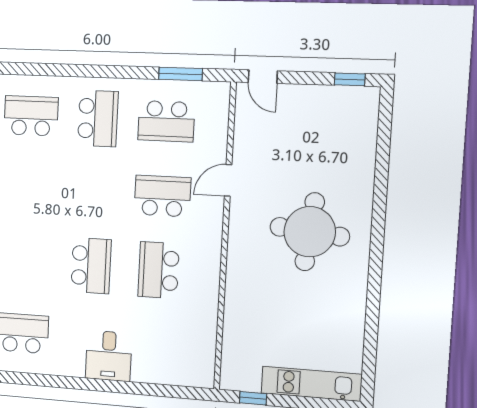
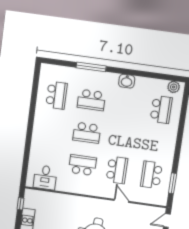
school desk: (98, 119) -> (91, 100), moved
desk: (109, 356) -> (45, 177), moved, turned -90

